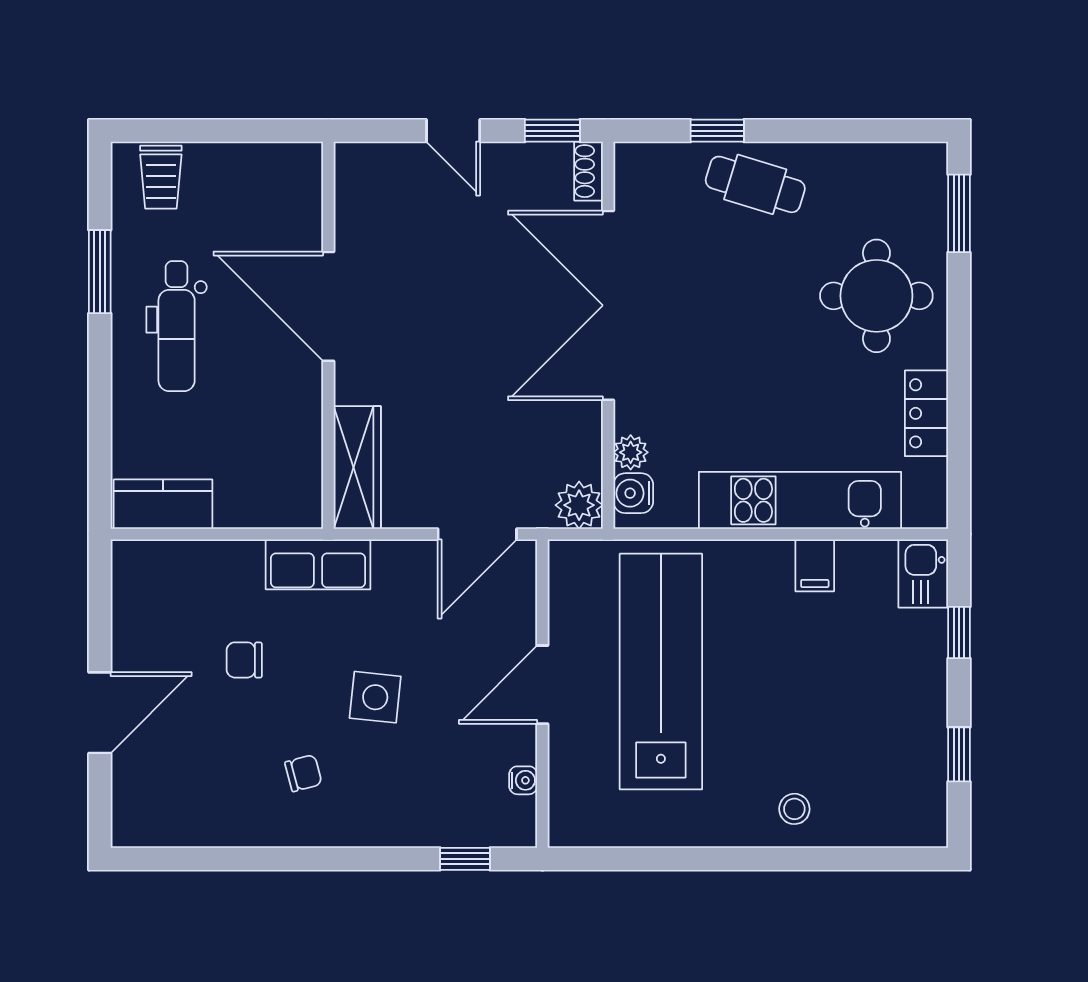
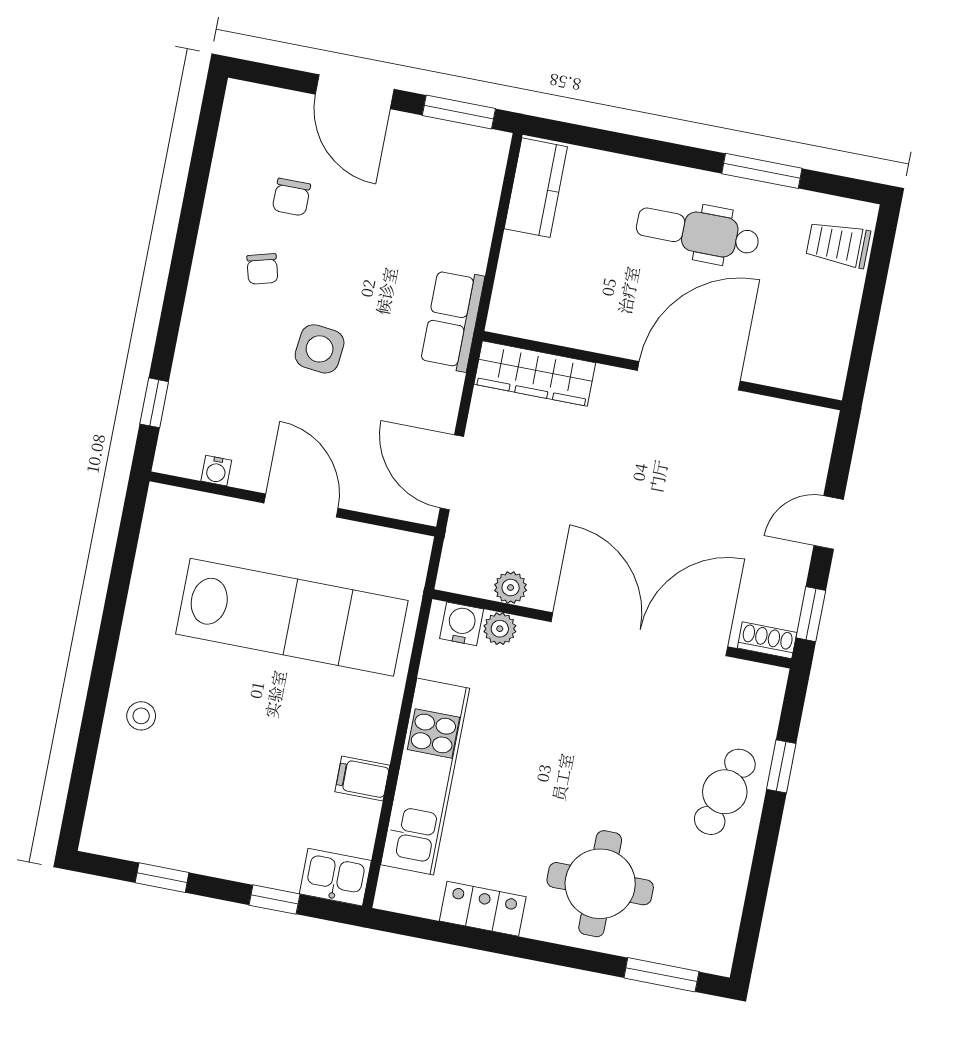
plant: (579, 505) -> (511, 588), moved, width x0.73, depth x0.73
window: (100, 600) -> (459, 112), added
chair: (244, 660) -> (291, 197), moved, turned 180

